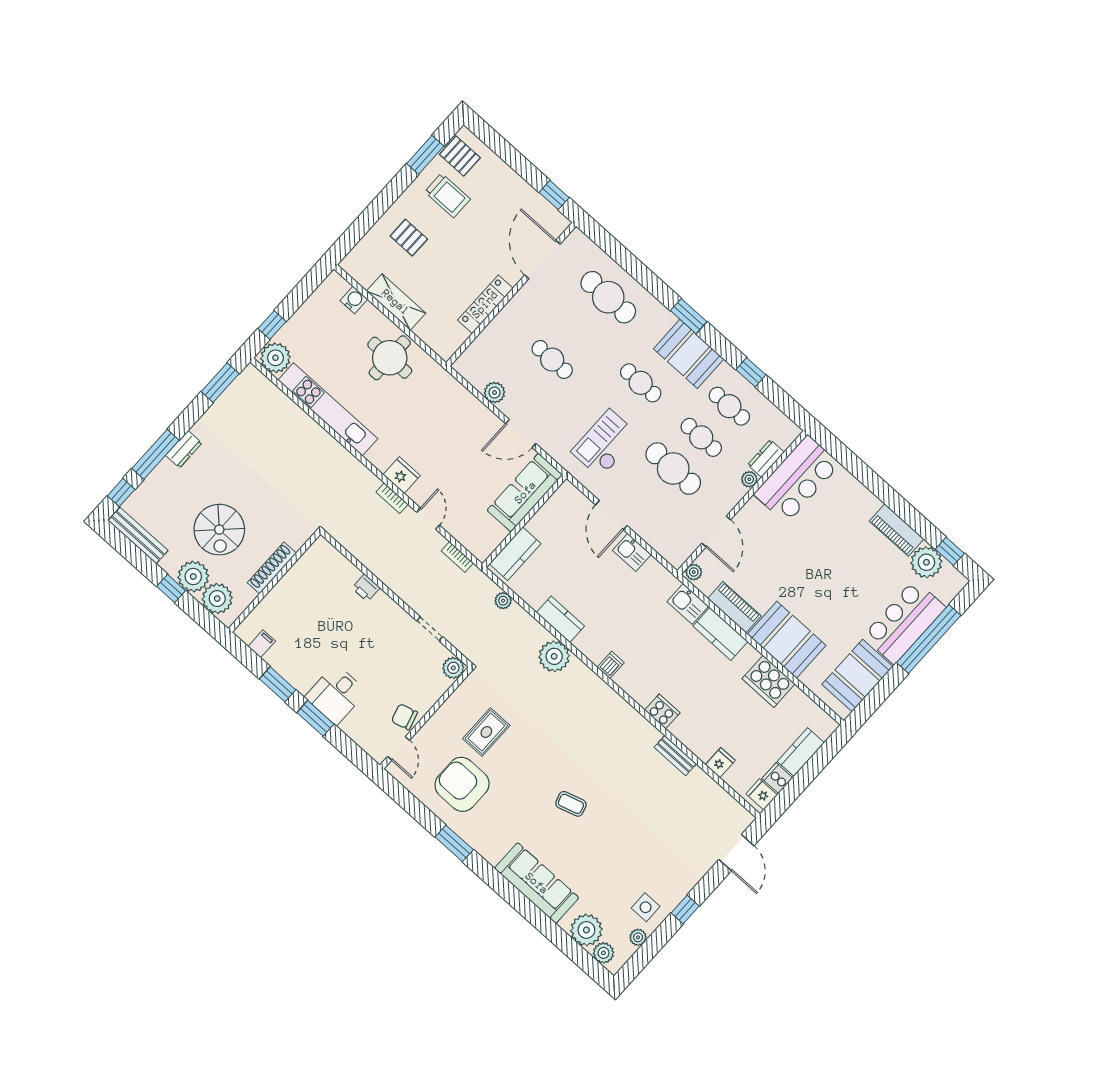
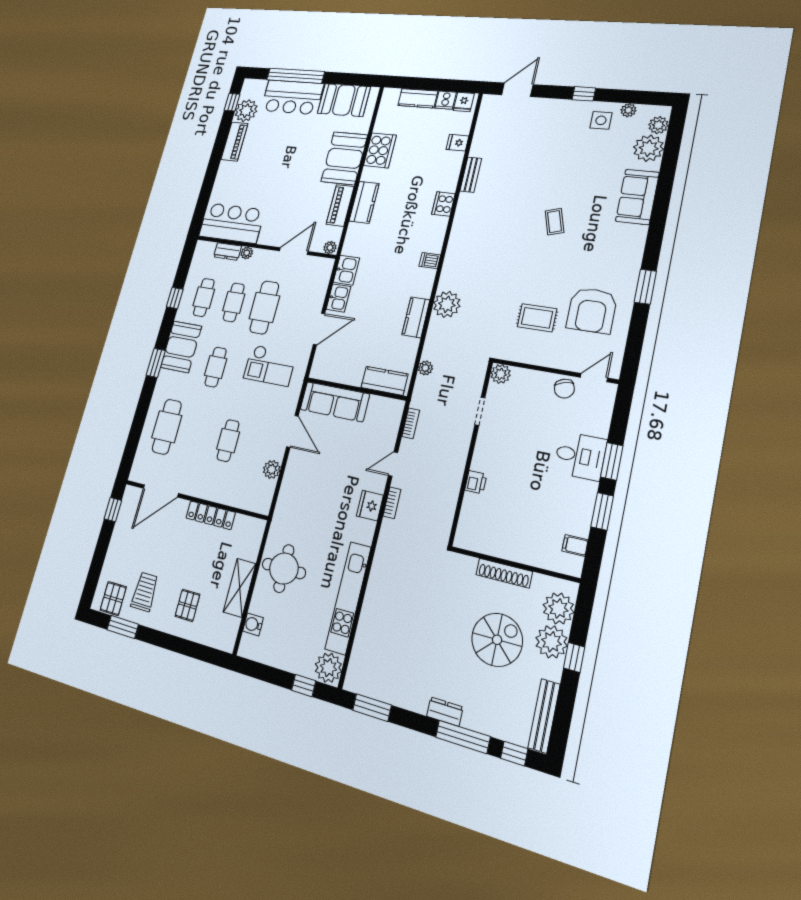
kitchen sink: (688, 604) -> (346, 270), moved
sofa: (537, 883) -> (637, 197), width x0.73

